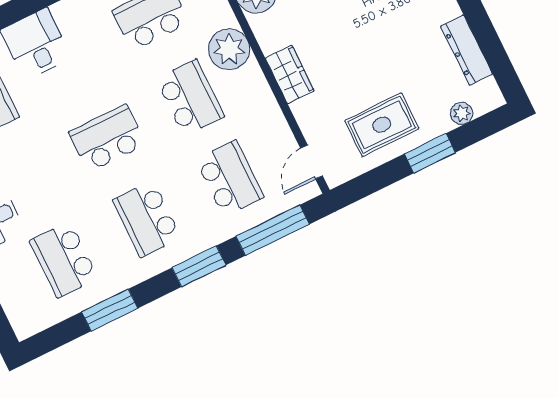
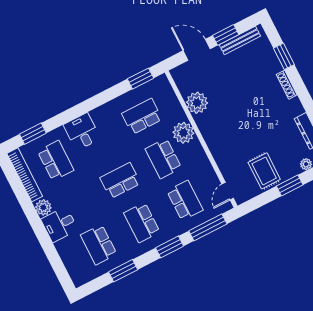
wardrobe: (290, 75) -> (215, 145), removed
school desk: (190, 98) -> (163, 158), turned 180
rug: (382, 125) -> (264, 171), turned 90

